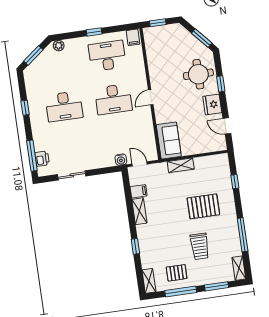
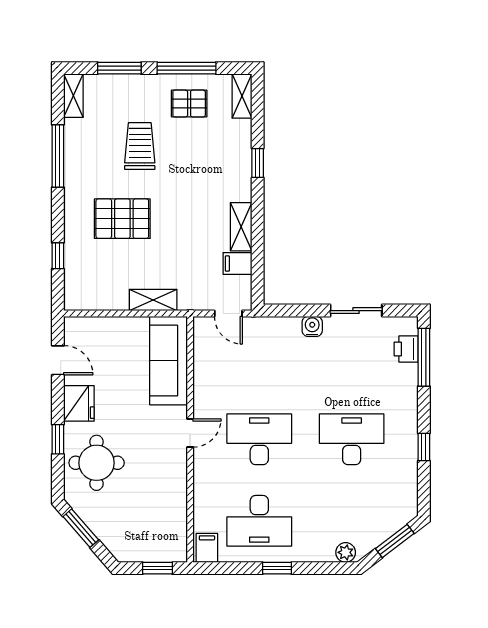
sofa: (169, 141) -> (169, 361), width x1.36
water cooler: (121, 160) -> (312, 326), moved

